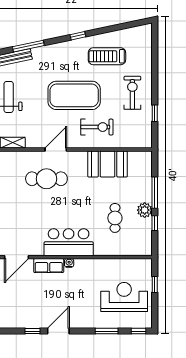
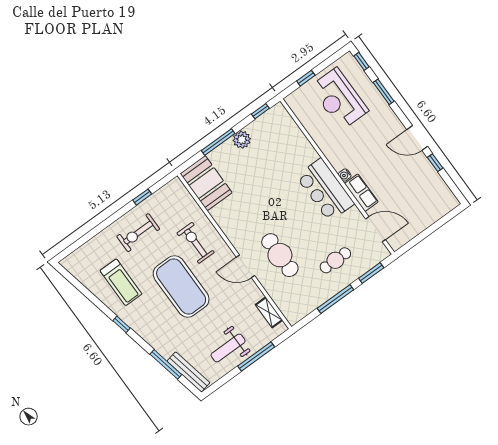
booth: (108, 164) -> (206, 183), moved
cafe table: (115, 218) -> (335, 260), moved
window: (155, 223) -> (260, 111), moved

